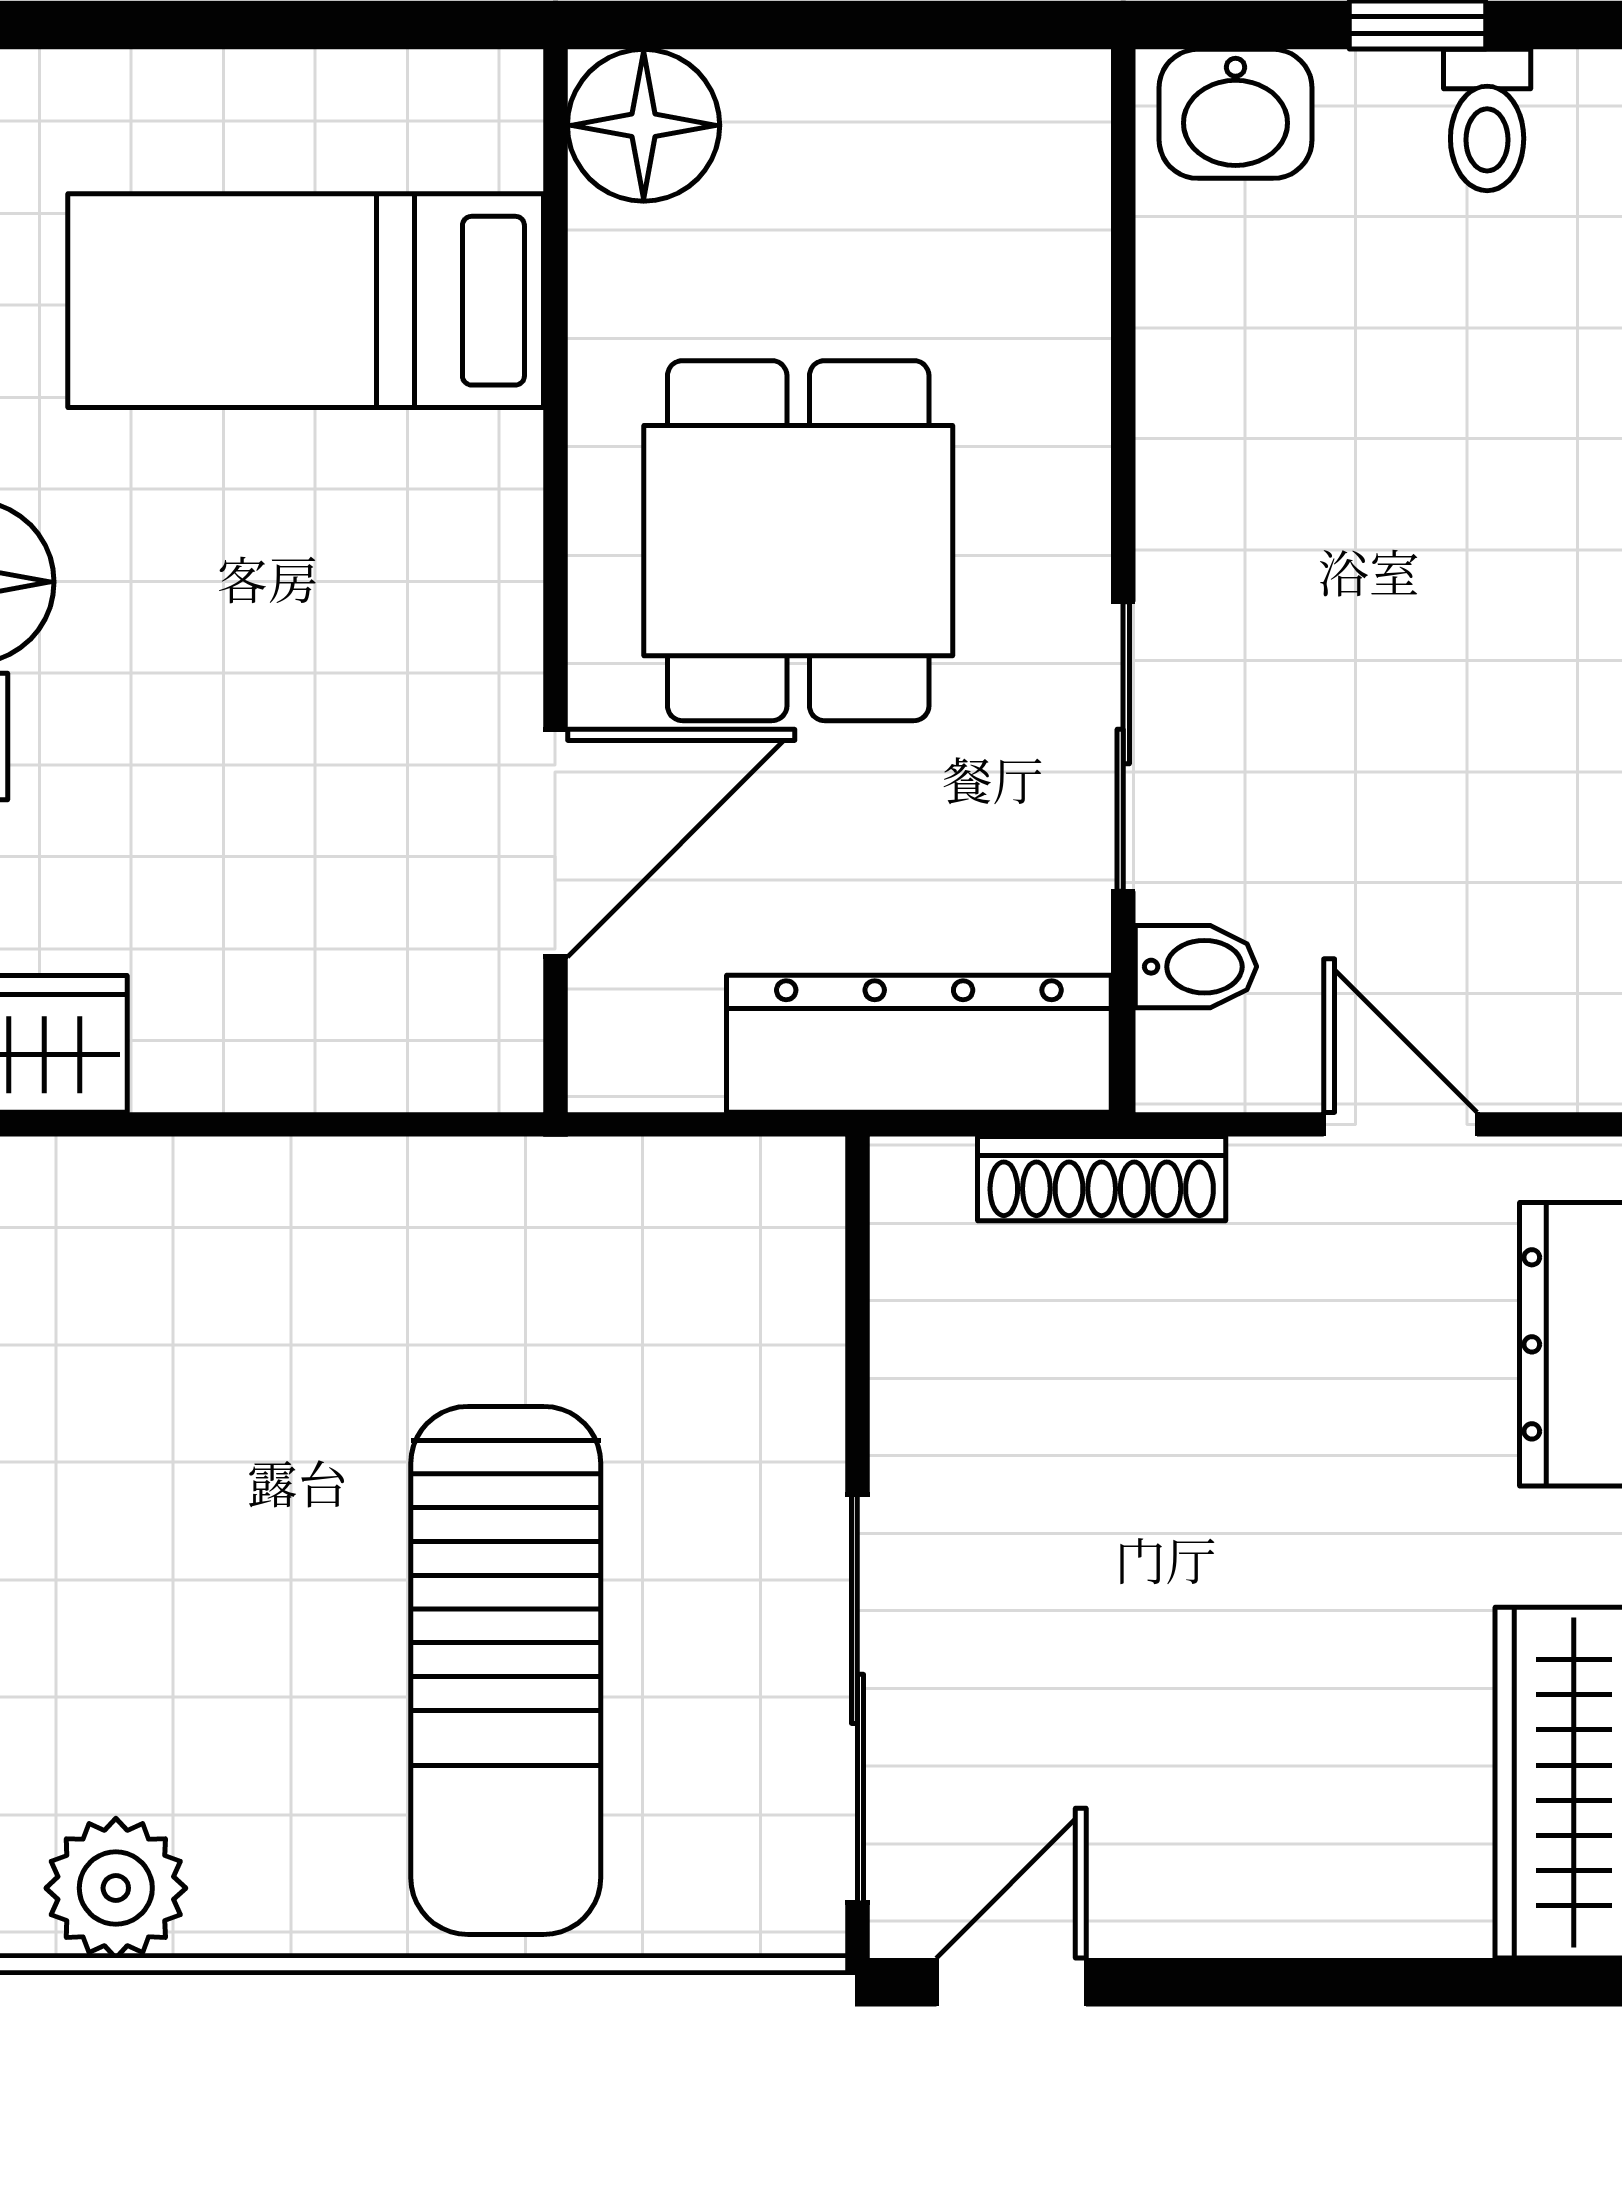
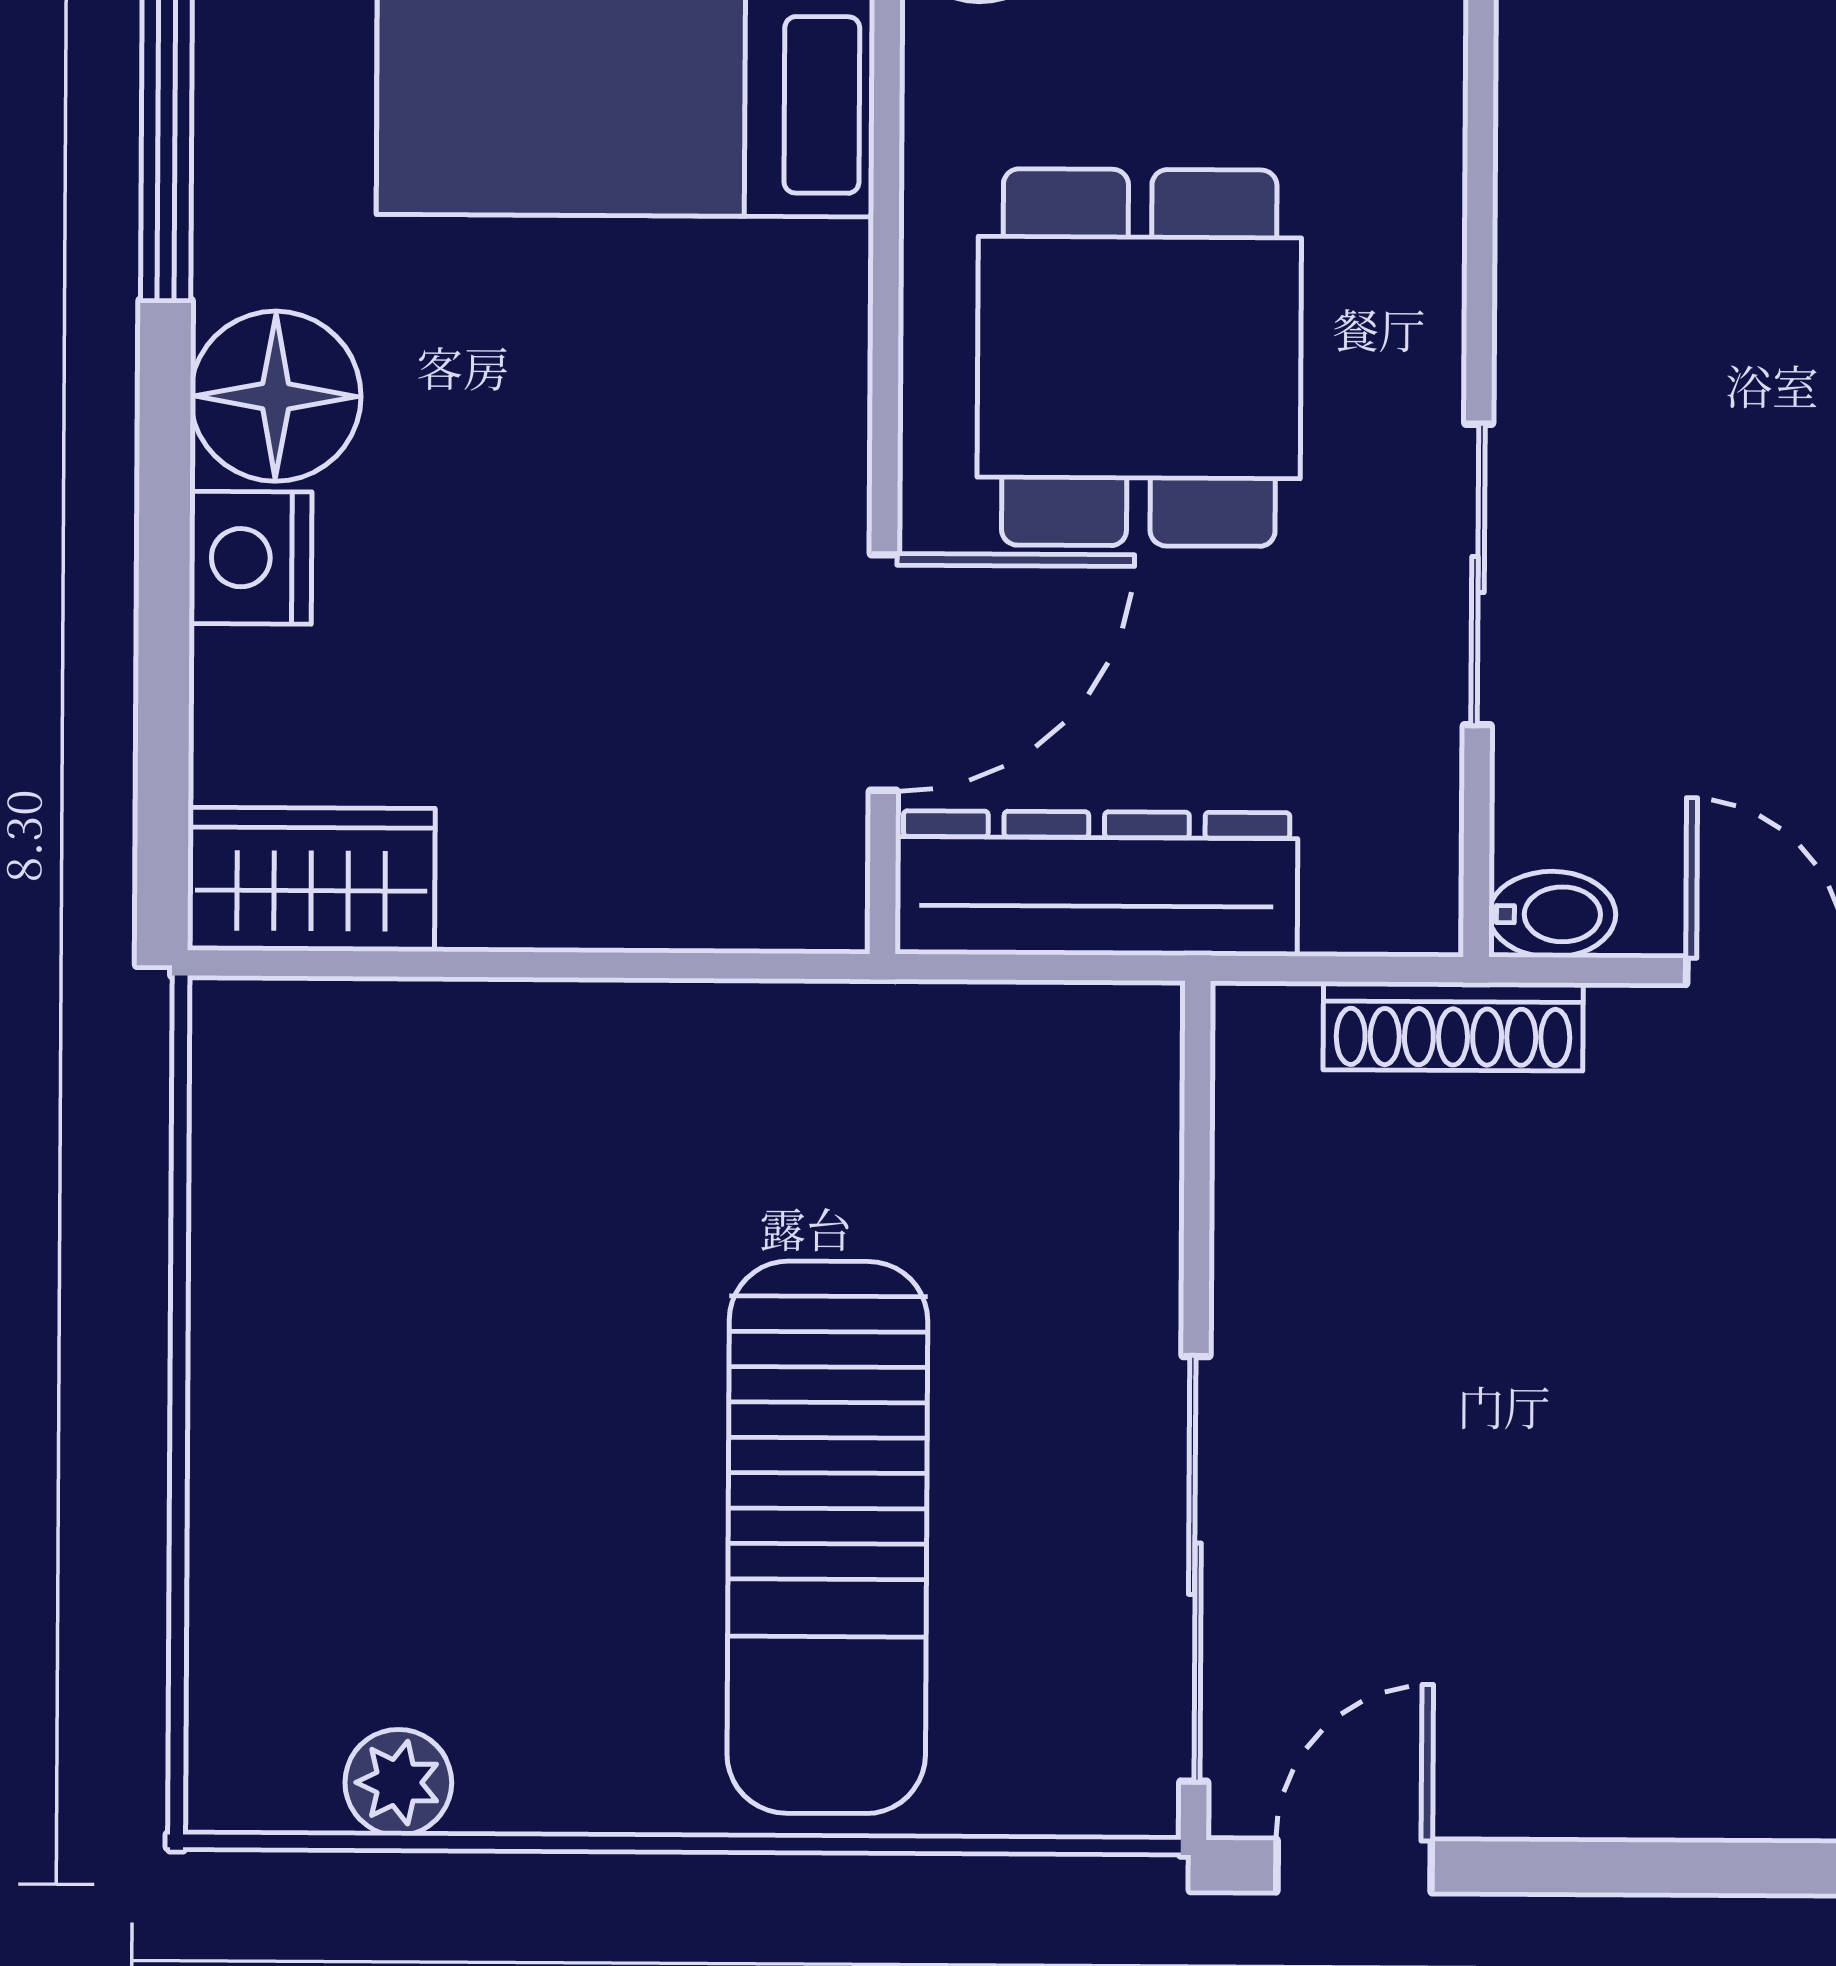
bidet: (1196, 967) -> (1552, 914), moved
dresser: (919, 1044) -> (1096, 883), moved
plant: (116, 1888) -> (398, 1782), width x0.73, depth x0.73

